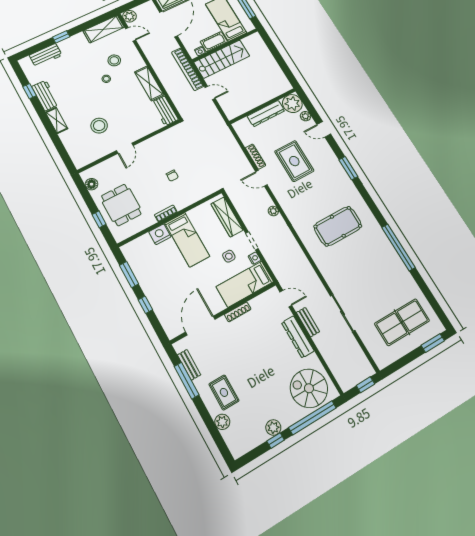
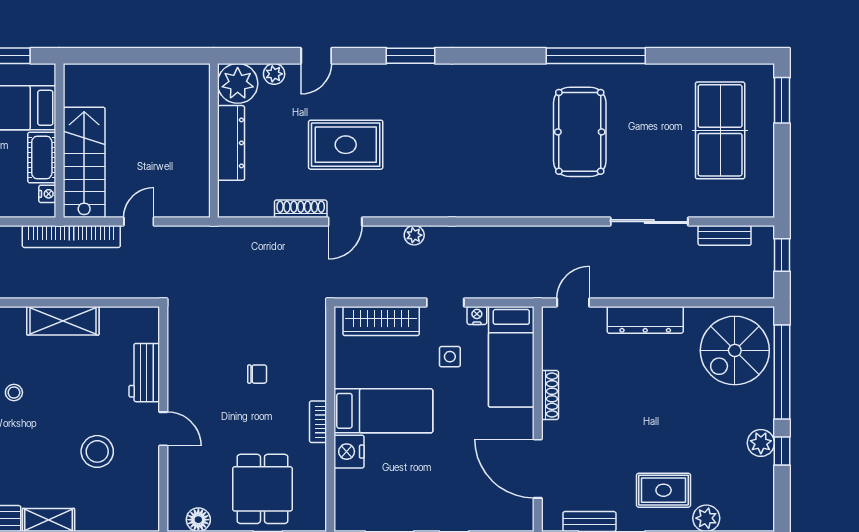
workbench: (165, 111) -> (144, 373), moved, turned 90
dining table: (121, 205) -> (262, 489), turned 90
pool table: (338, 226) -> (580, 132), moved
bench: (308, 322) -> (725, 235), moved

